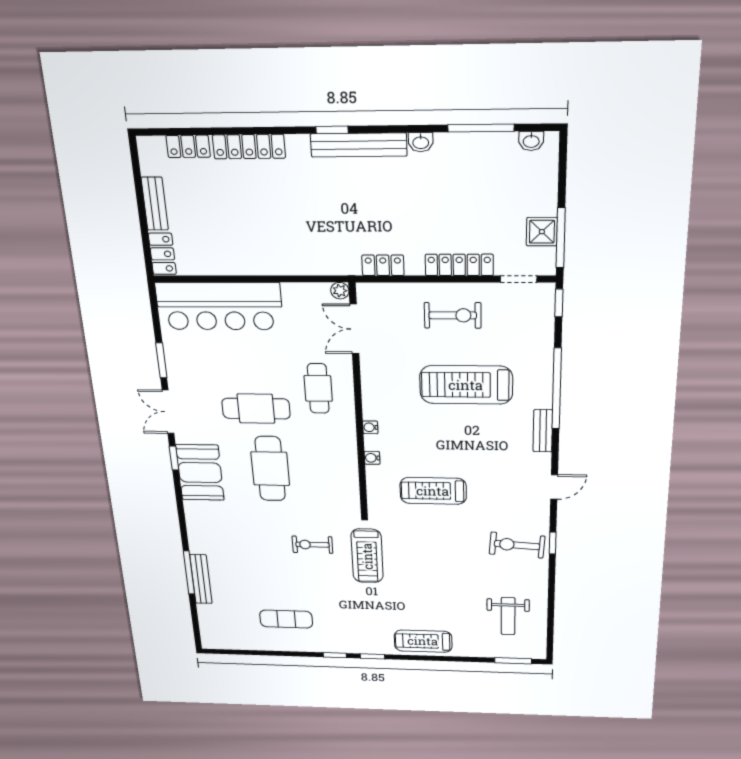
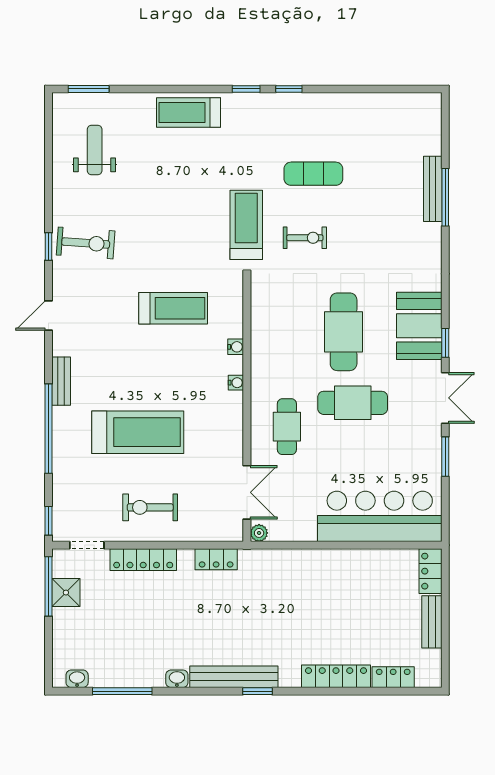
exercise mat: (286, 619) -> (313, 174), moved
treadmill: (423, 641) -> (188, 112), turned 180

